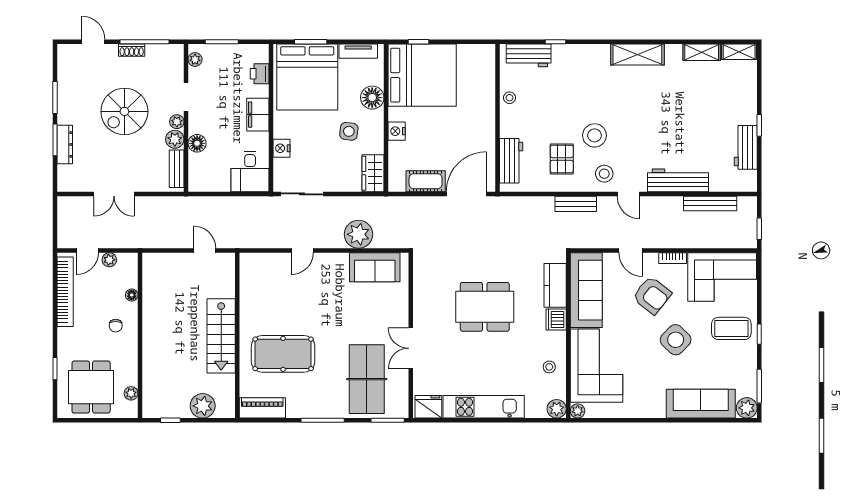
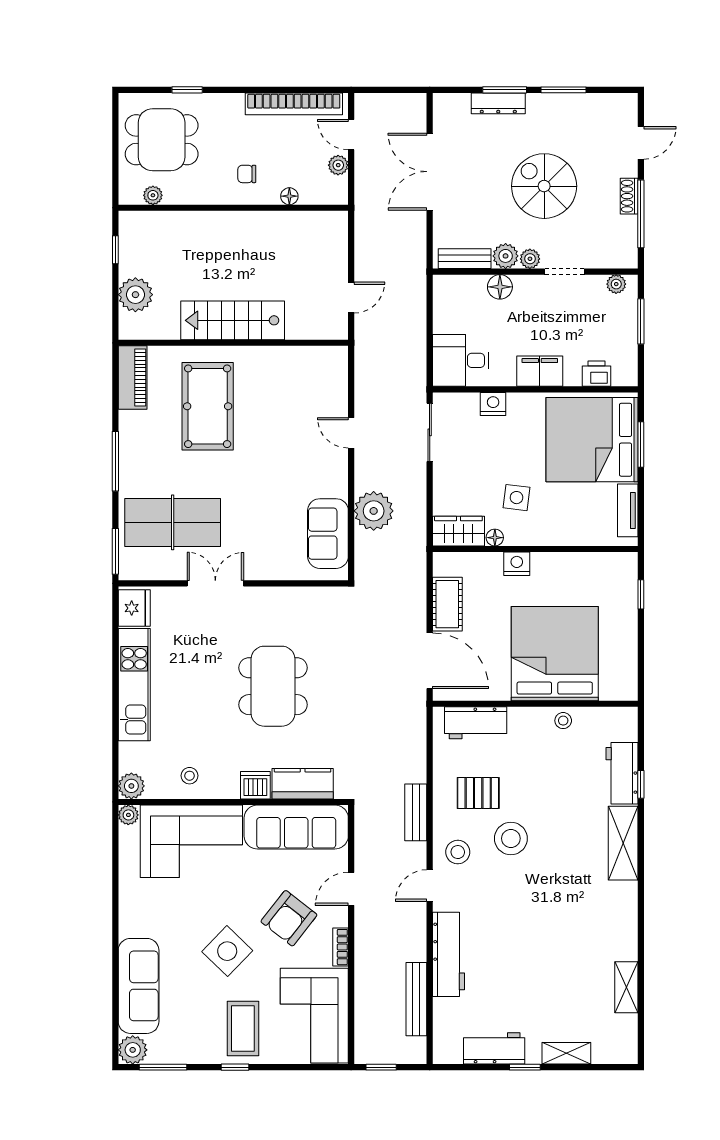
shelving: (739, 52) -> (566, 1053), moved, turned 90
workbench: (529, 55) -> (622, 773), moved
shelving: (637, 55) -> (623, 843), moved
bed: (422, 75) -> (555, 654), moved, turned 180
floor lamp: (372, 98) -> (495, 538), moved, width x0.53, depth x0.53
double door: (114, 194) -> (430, 172), width x1.37

